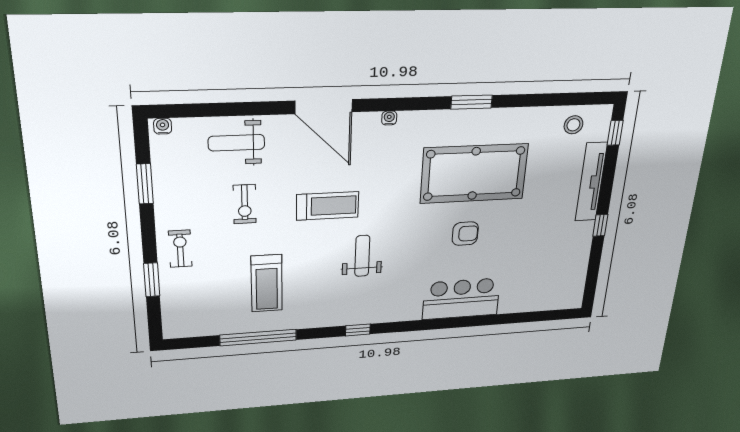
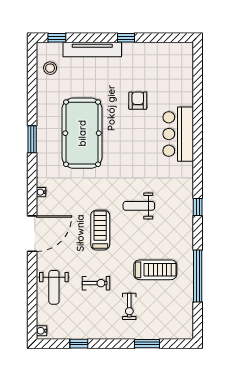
window: (145, 184) -> (79, 344), width x0.67
armchair: (465, 234) -> (138, 101), moved
exercise bike: (180, 249) -> (129, 306), moved, turned -90

